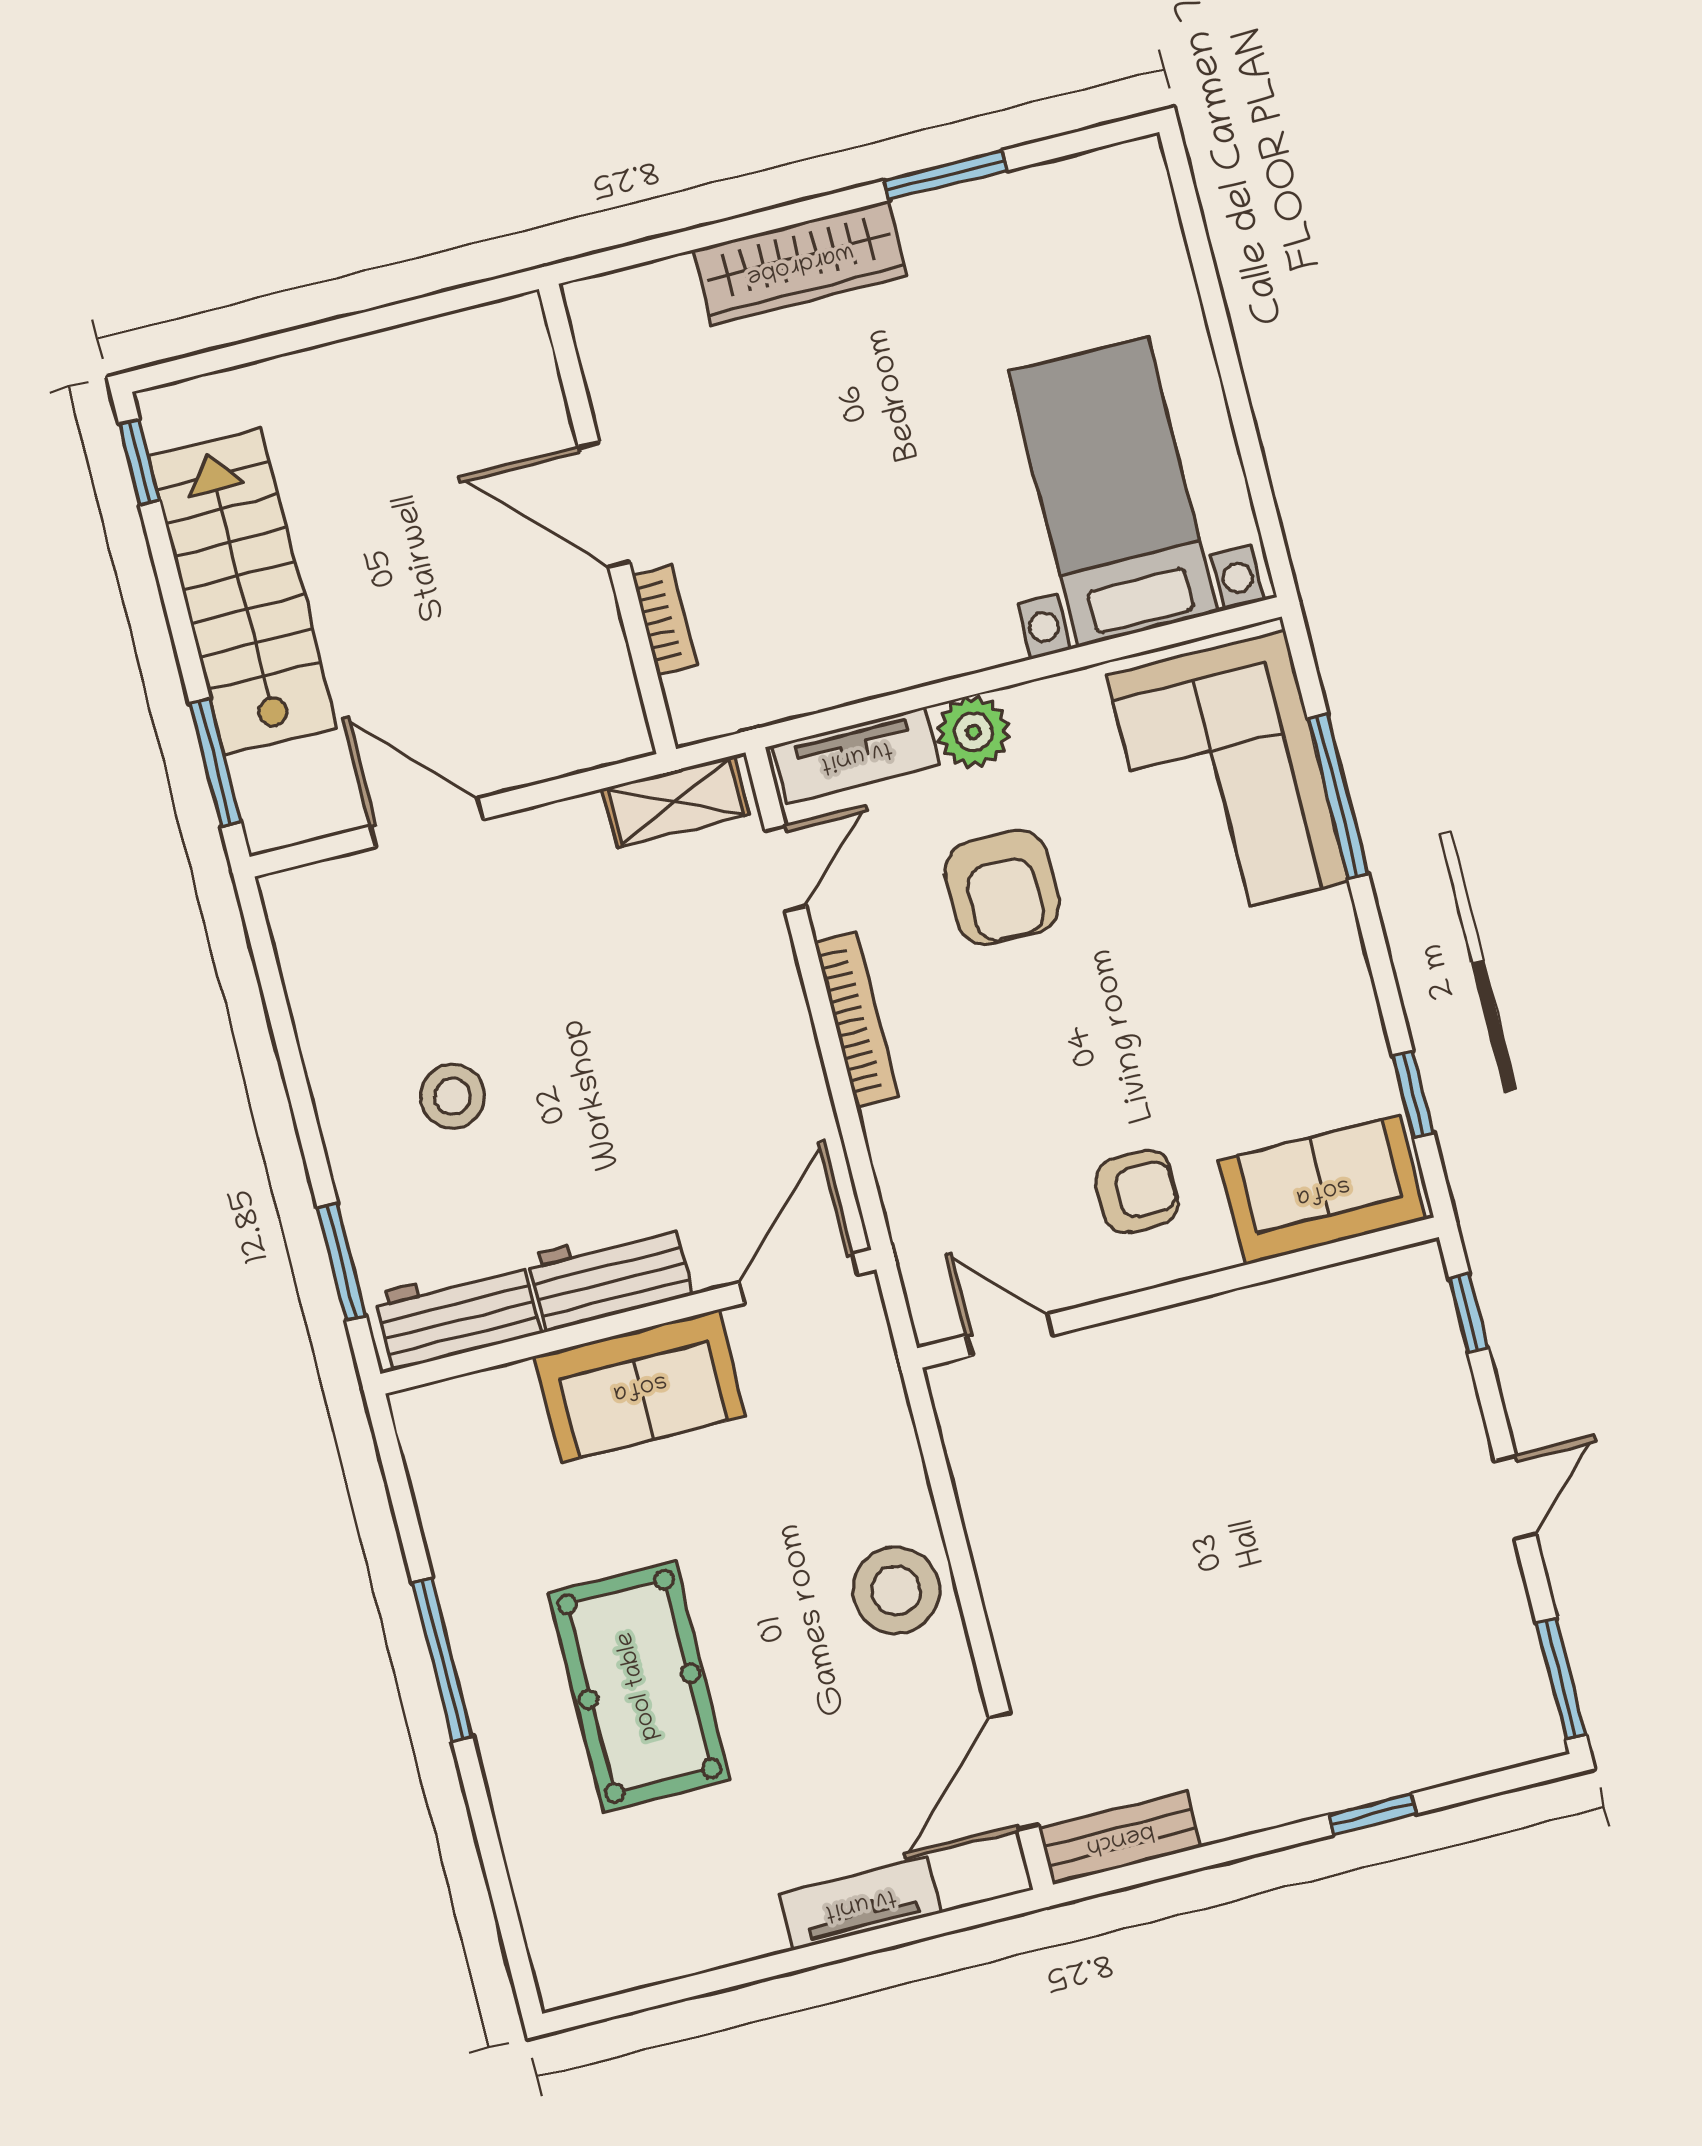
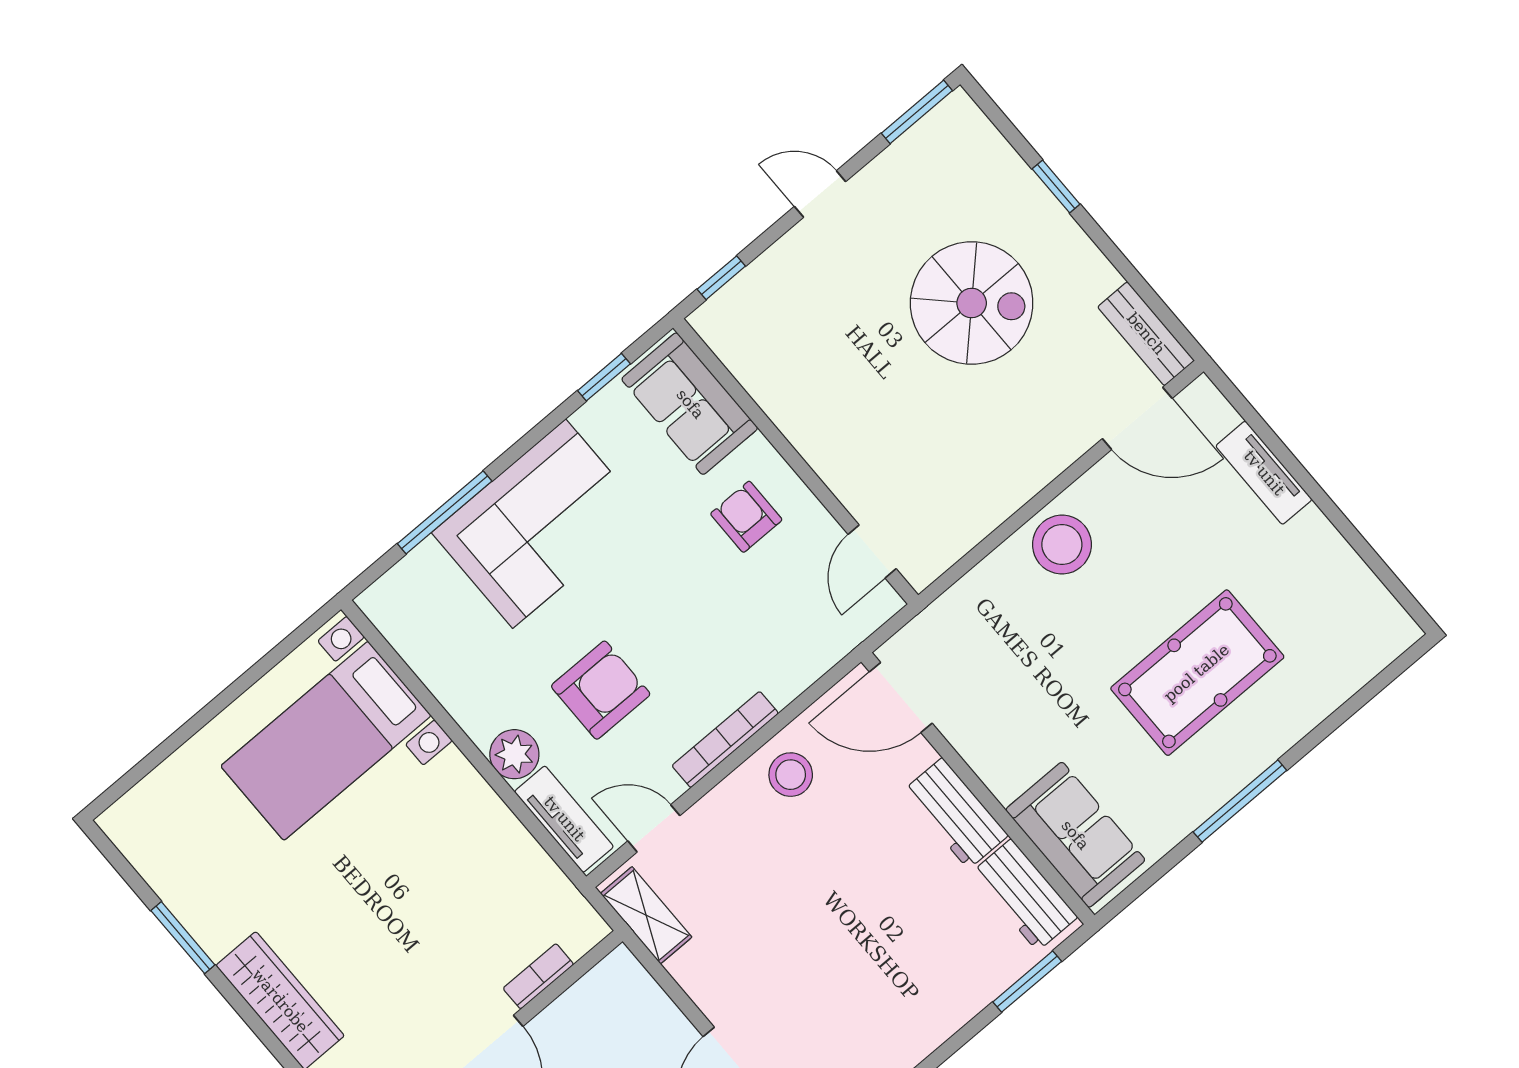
corner sofa: (1228, 778) -> (539, 524), moved
stool: (453, 1096) -> (791, 775), moved
sofa: (640, 1386) -> (1075, 835), moved
spiral stairs: (1273, 1627) -> (972, 303), added

